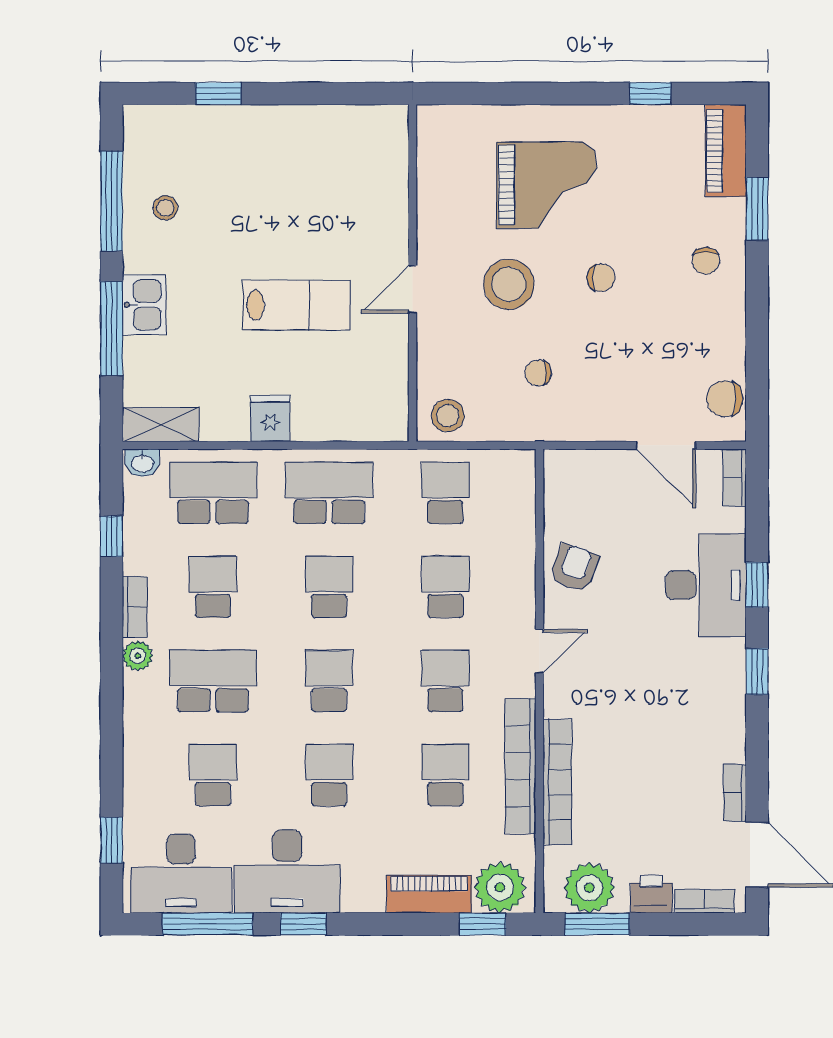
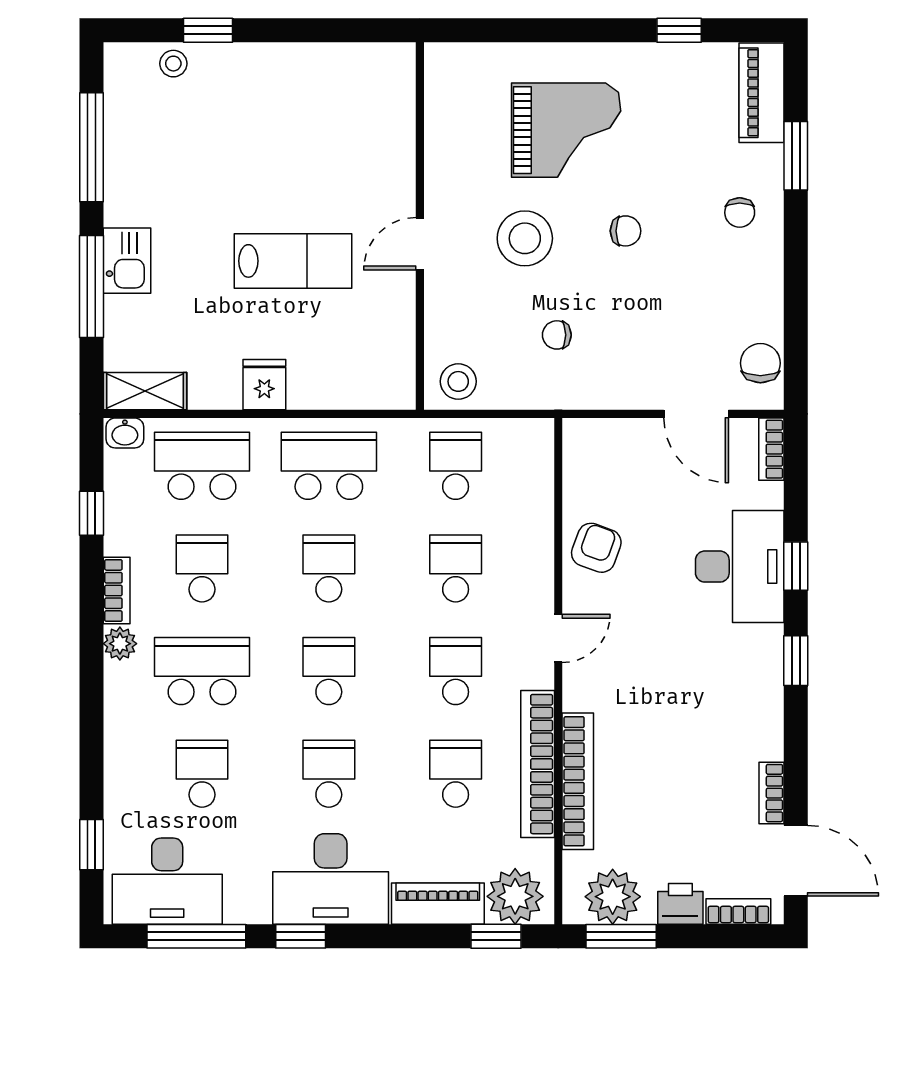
stool: (165, 208) -> (173, 64), moved
chair: (725, 399) -> (760, 363), turned 90
desk: (287, 872) -> (331, 879), moved

